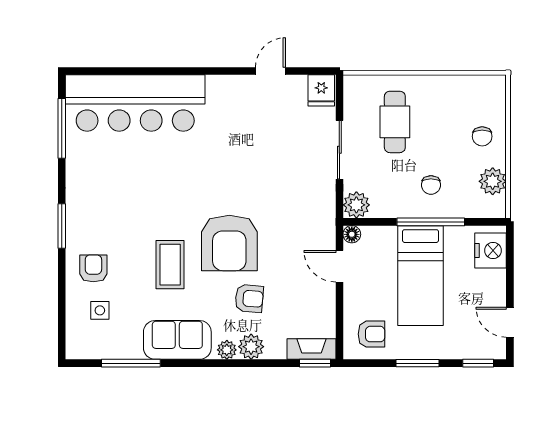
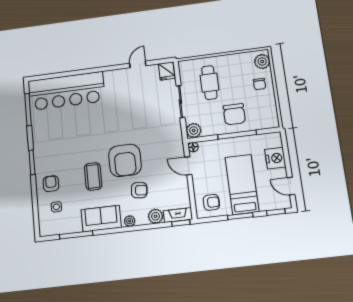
plant: (493, 181) -> (262, 62), moved
chair: (431, 185) -> (234, 114), width x1.87, depth x1.87
nightstand: (490, 251) -> (275, 158), moved
bed: (421, 276) -> (242, 184), moved, turned 180
plant: (251, 347) -> (155, 216), moved

